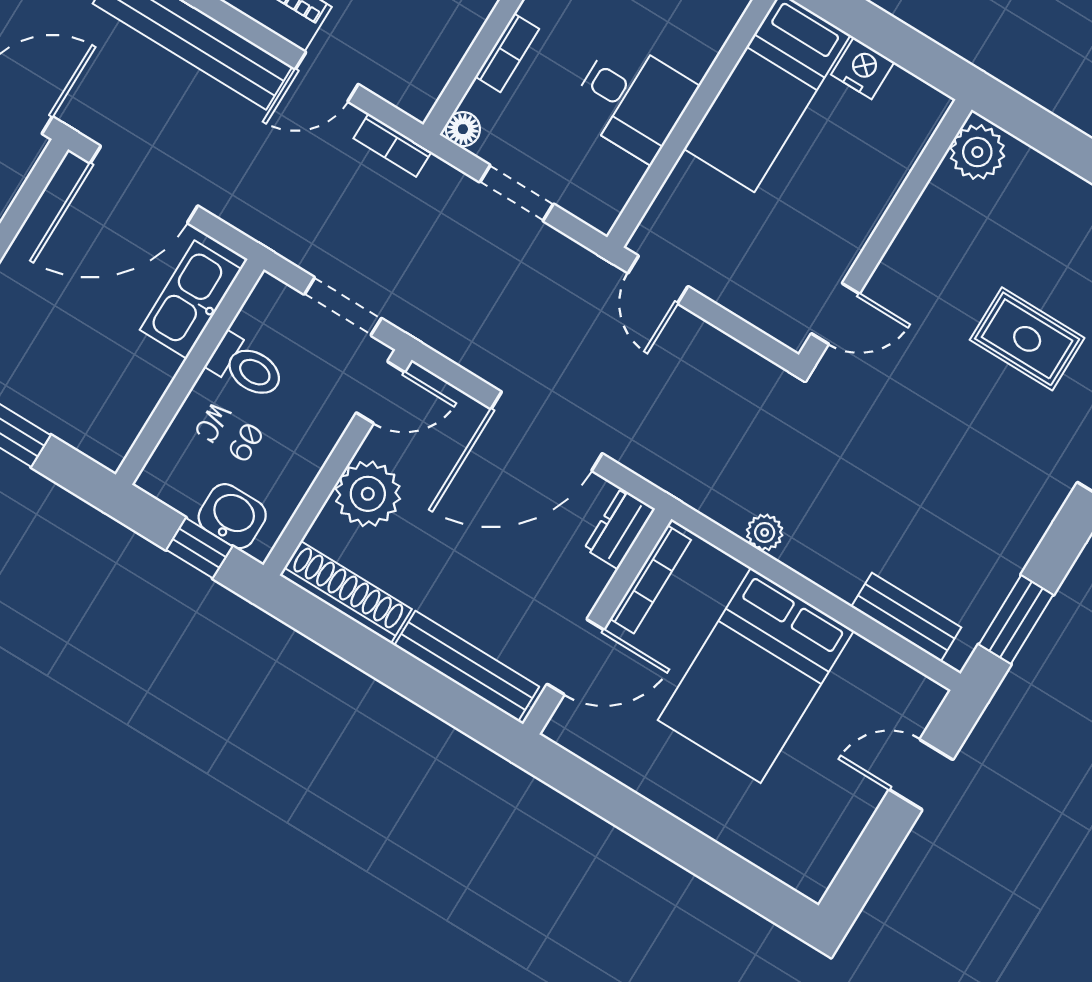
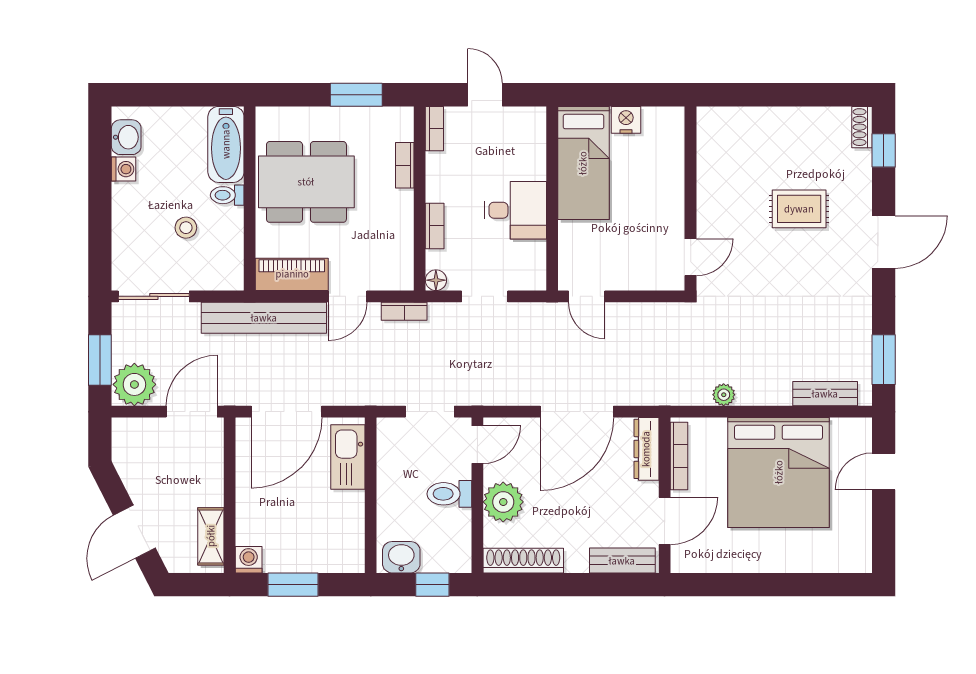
plant: (977, 152) -> (713, 127), removed
toilet: (246, 367) -> (449, 494), moved, turned 180
washbasin: (232, 516) -> (401, 557), moved
dresser: (620, 529) -> (646, 449), width x1.44
bench: (467, 666) -> (622, 561), width x0.73
bed: (756, 675) -> (779, 472), width x1.36

